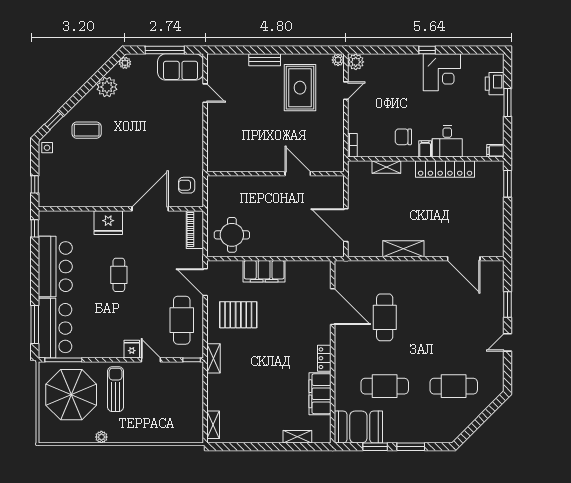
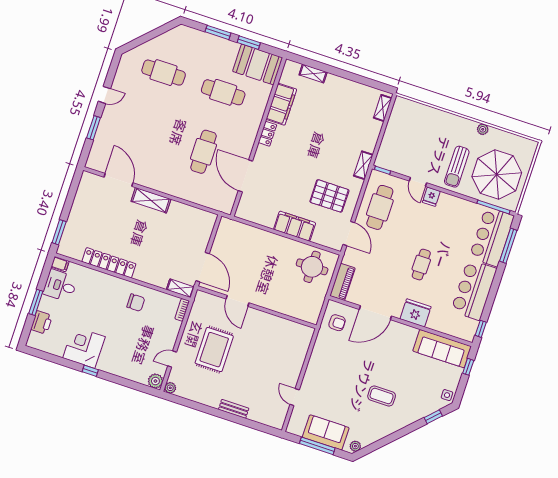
sofa: (181, 67) -> (326, 432), moved
plant: (107, 87) -> (378, 430), removed
rug: (300, 88) -> (214, 350), moved
coffee table: (87, 130) -> (382, 396), moved
desk: (447, 141) -> (60, 286), moved, turned -90
filing cabinet: (425, 149) -> (120, 286), removed
shelving: (386, 167) -> (180, 288), moved
sofa: (68, 194) -> (442, 349), added
door: (346, 225) -> (203, 267), moved
shelving: (403, 249) -> (151, 200), moved

